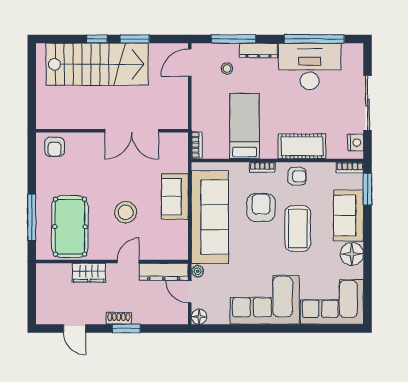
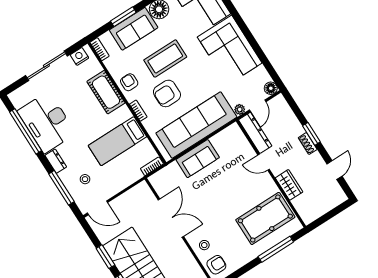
dresser: (258, 50) -> (56, 161), width x0.70
window: (368, 189) -> (123, 17), moved
stool: (126, 212) -> (204, 245), moved, width x0.53, depth x0.53

